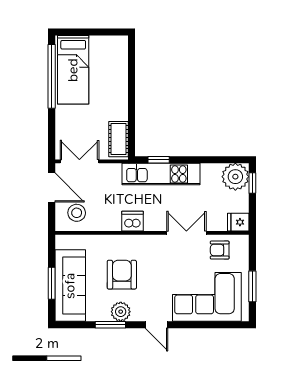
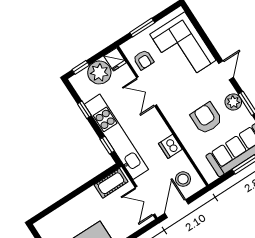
window: (208, 160) -> (84, 110), added
kitchen unit: (161, 174) -> (116, 137), width x1.36
plant: (235, 177) -> (99, 72), moved
dishwasher: (133, 221) -> (170, 146), moved
armchair: (122, 275) -> (206, 118), turned 90
window: (252, 286) -> (142, 28), moved

